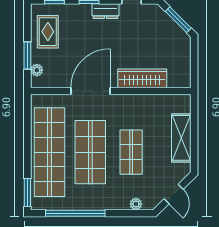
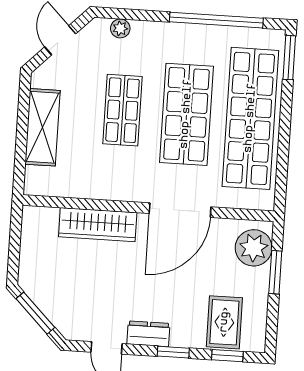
rug: (48, 32) -> (224, 322), moved
plant: (37, 70) -> (254, 248), width x1.87, depth x1.87

